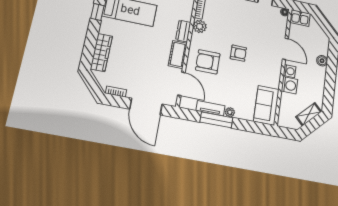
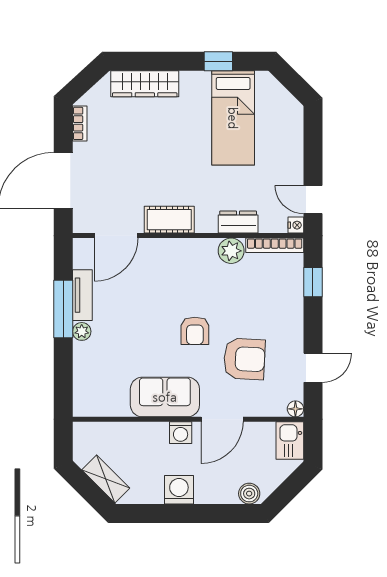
dresser: (183, 31) -> (238, 222), moved
boiler: (322, 61) -> (249, 494), moved
armchair: (208, 62) -> (244, 359), moved, turned 93
washing machine: (290, 85) -> (179, 490), moved, turned 180
sofa: (266, 105) -> (165, 397), moved

